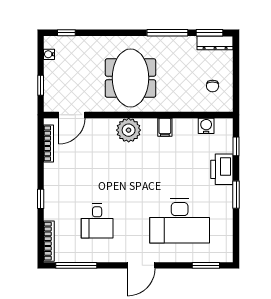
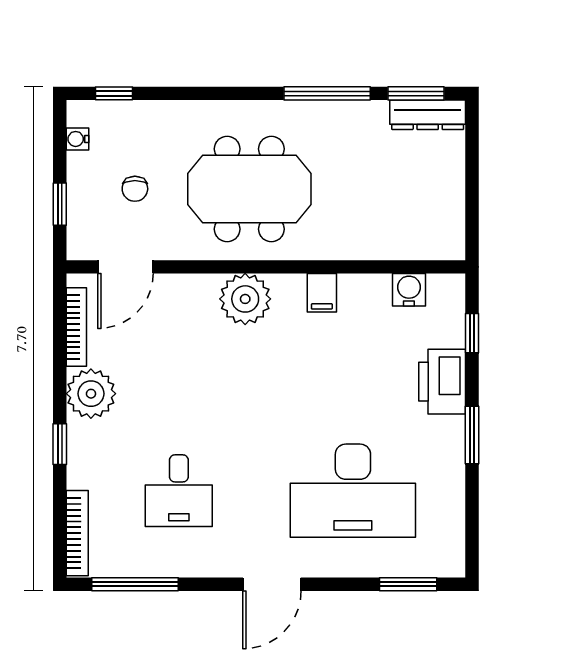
meeting table: (130, 78) -> (249, 189), turned 90
chair: (213, 86) -> (135, 189), moved
plant: (55, 175) -> (91, 394), added

